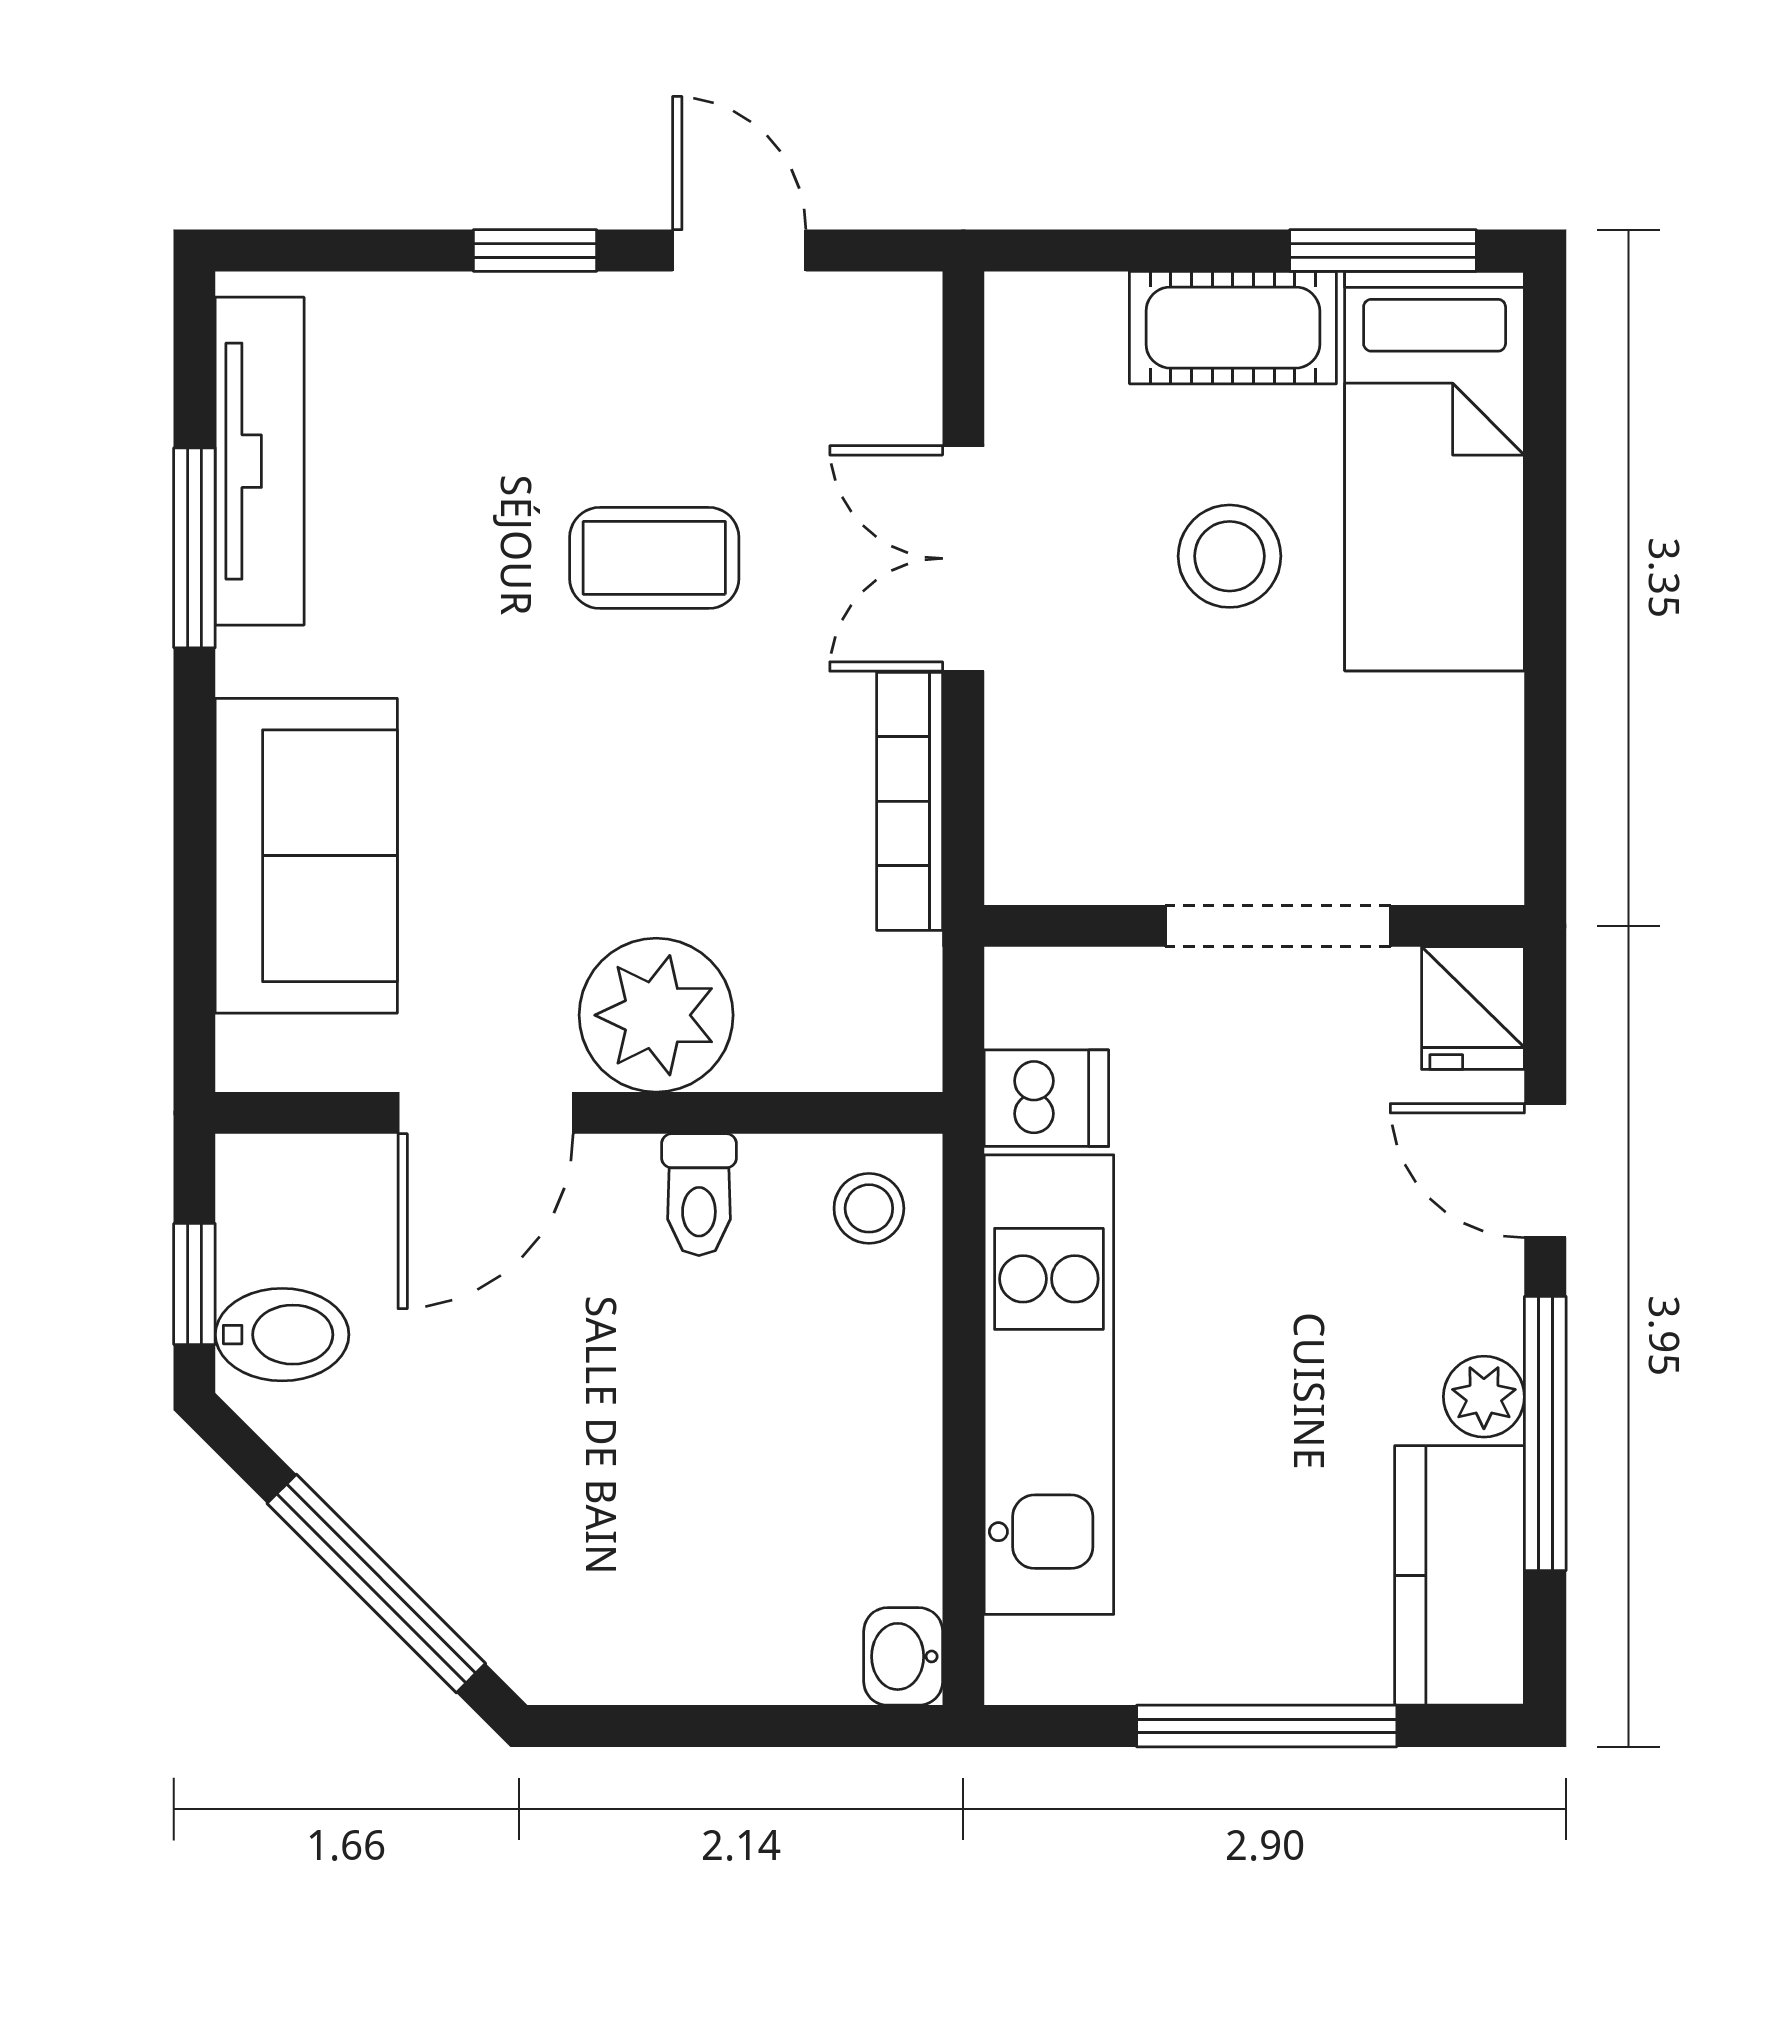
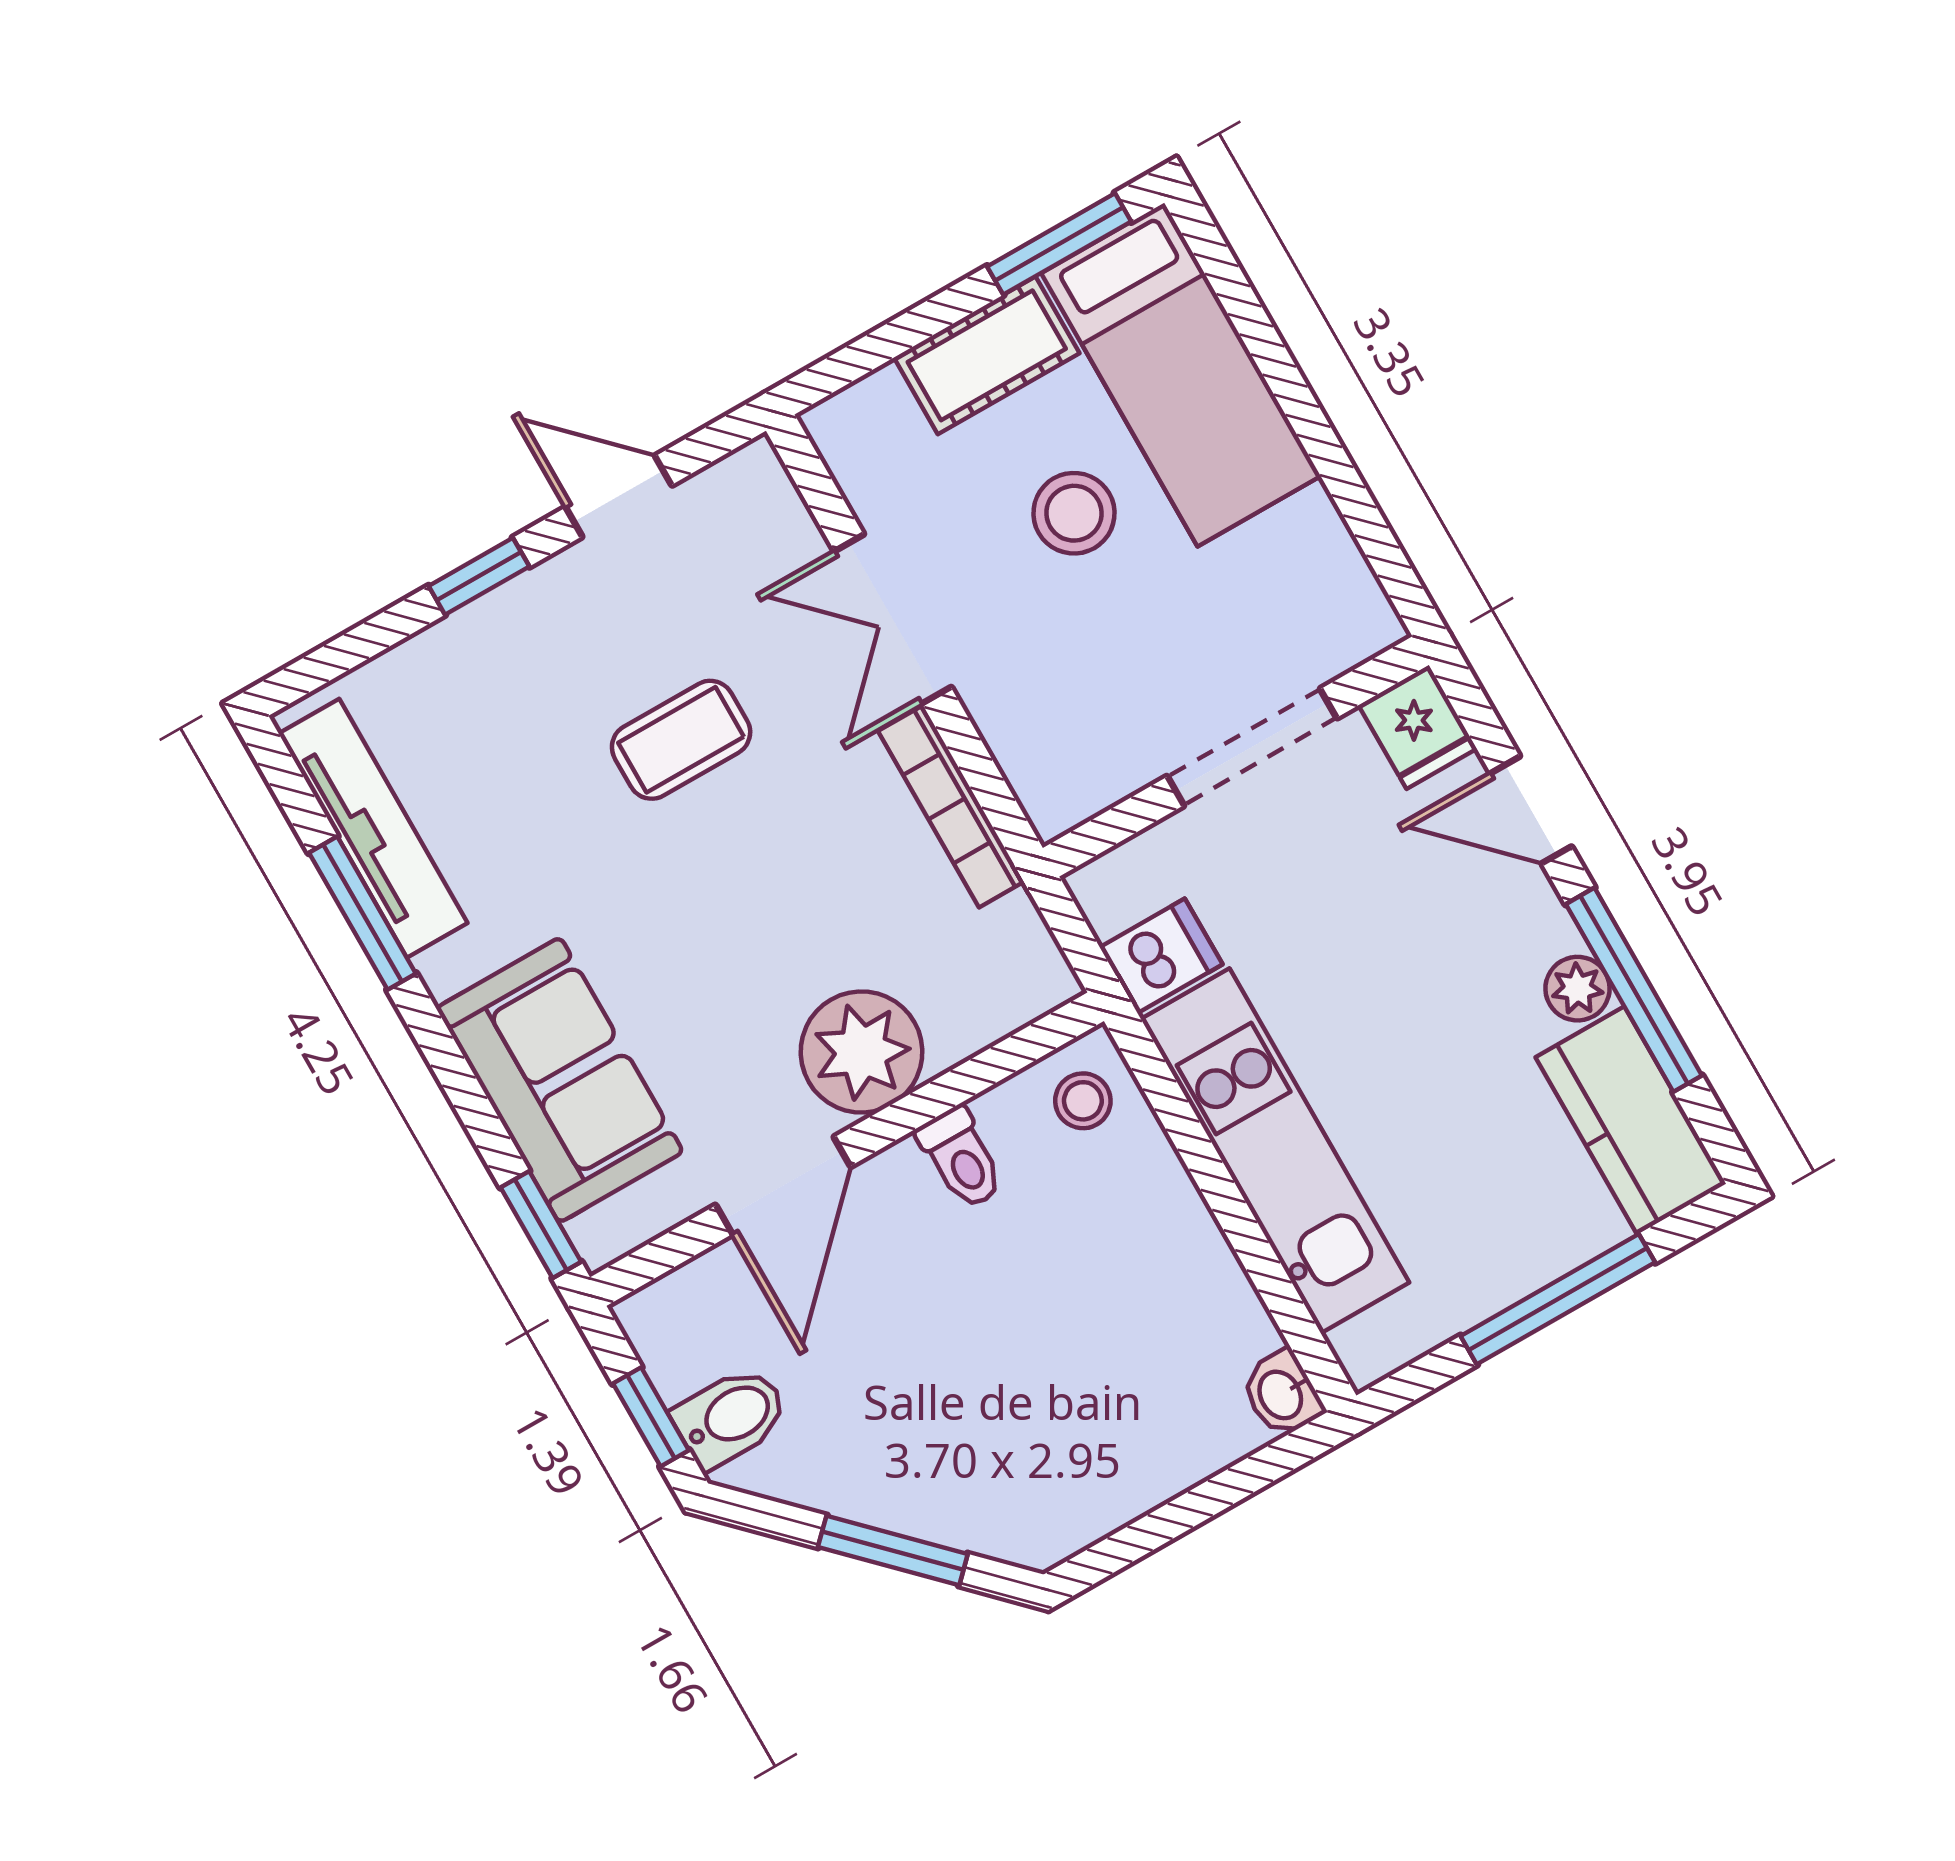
window: (194, 1003) -> (541, 1225), added
window: (376, 1583) -> (893, 1551), width x0.69

